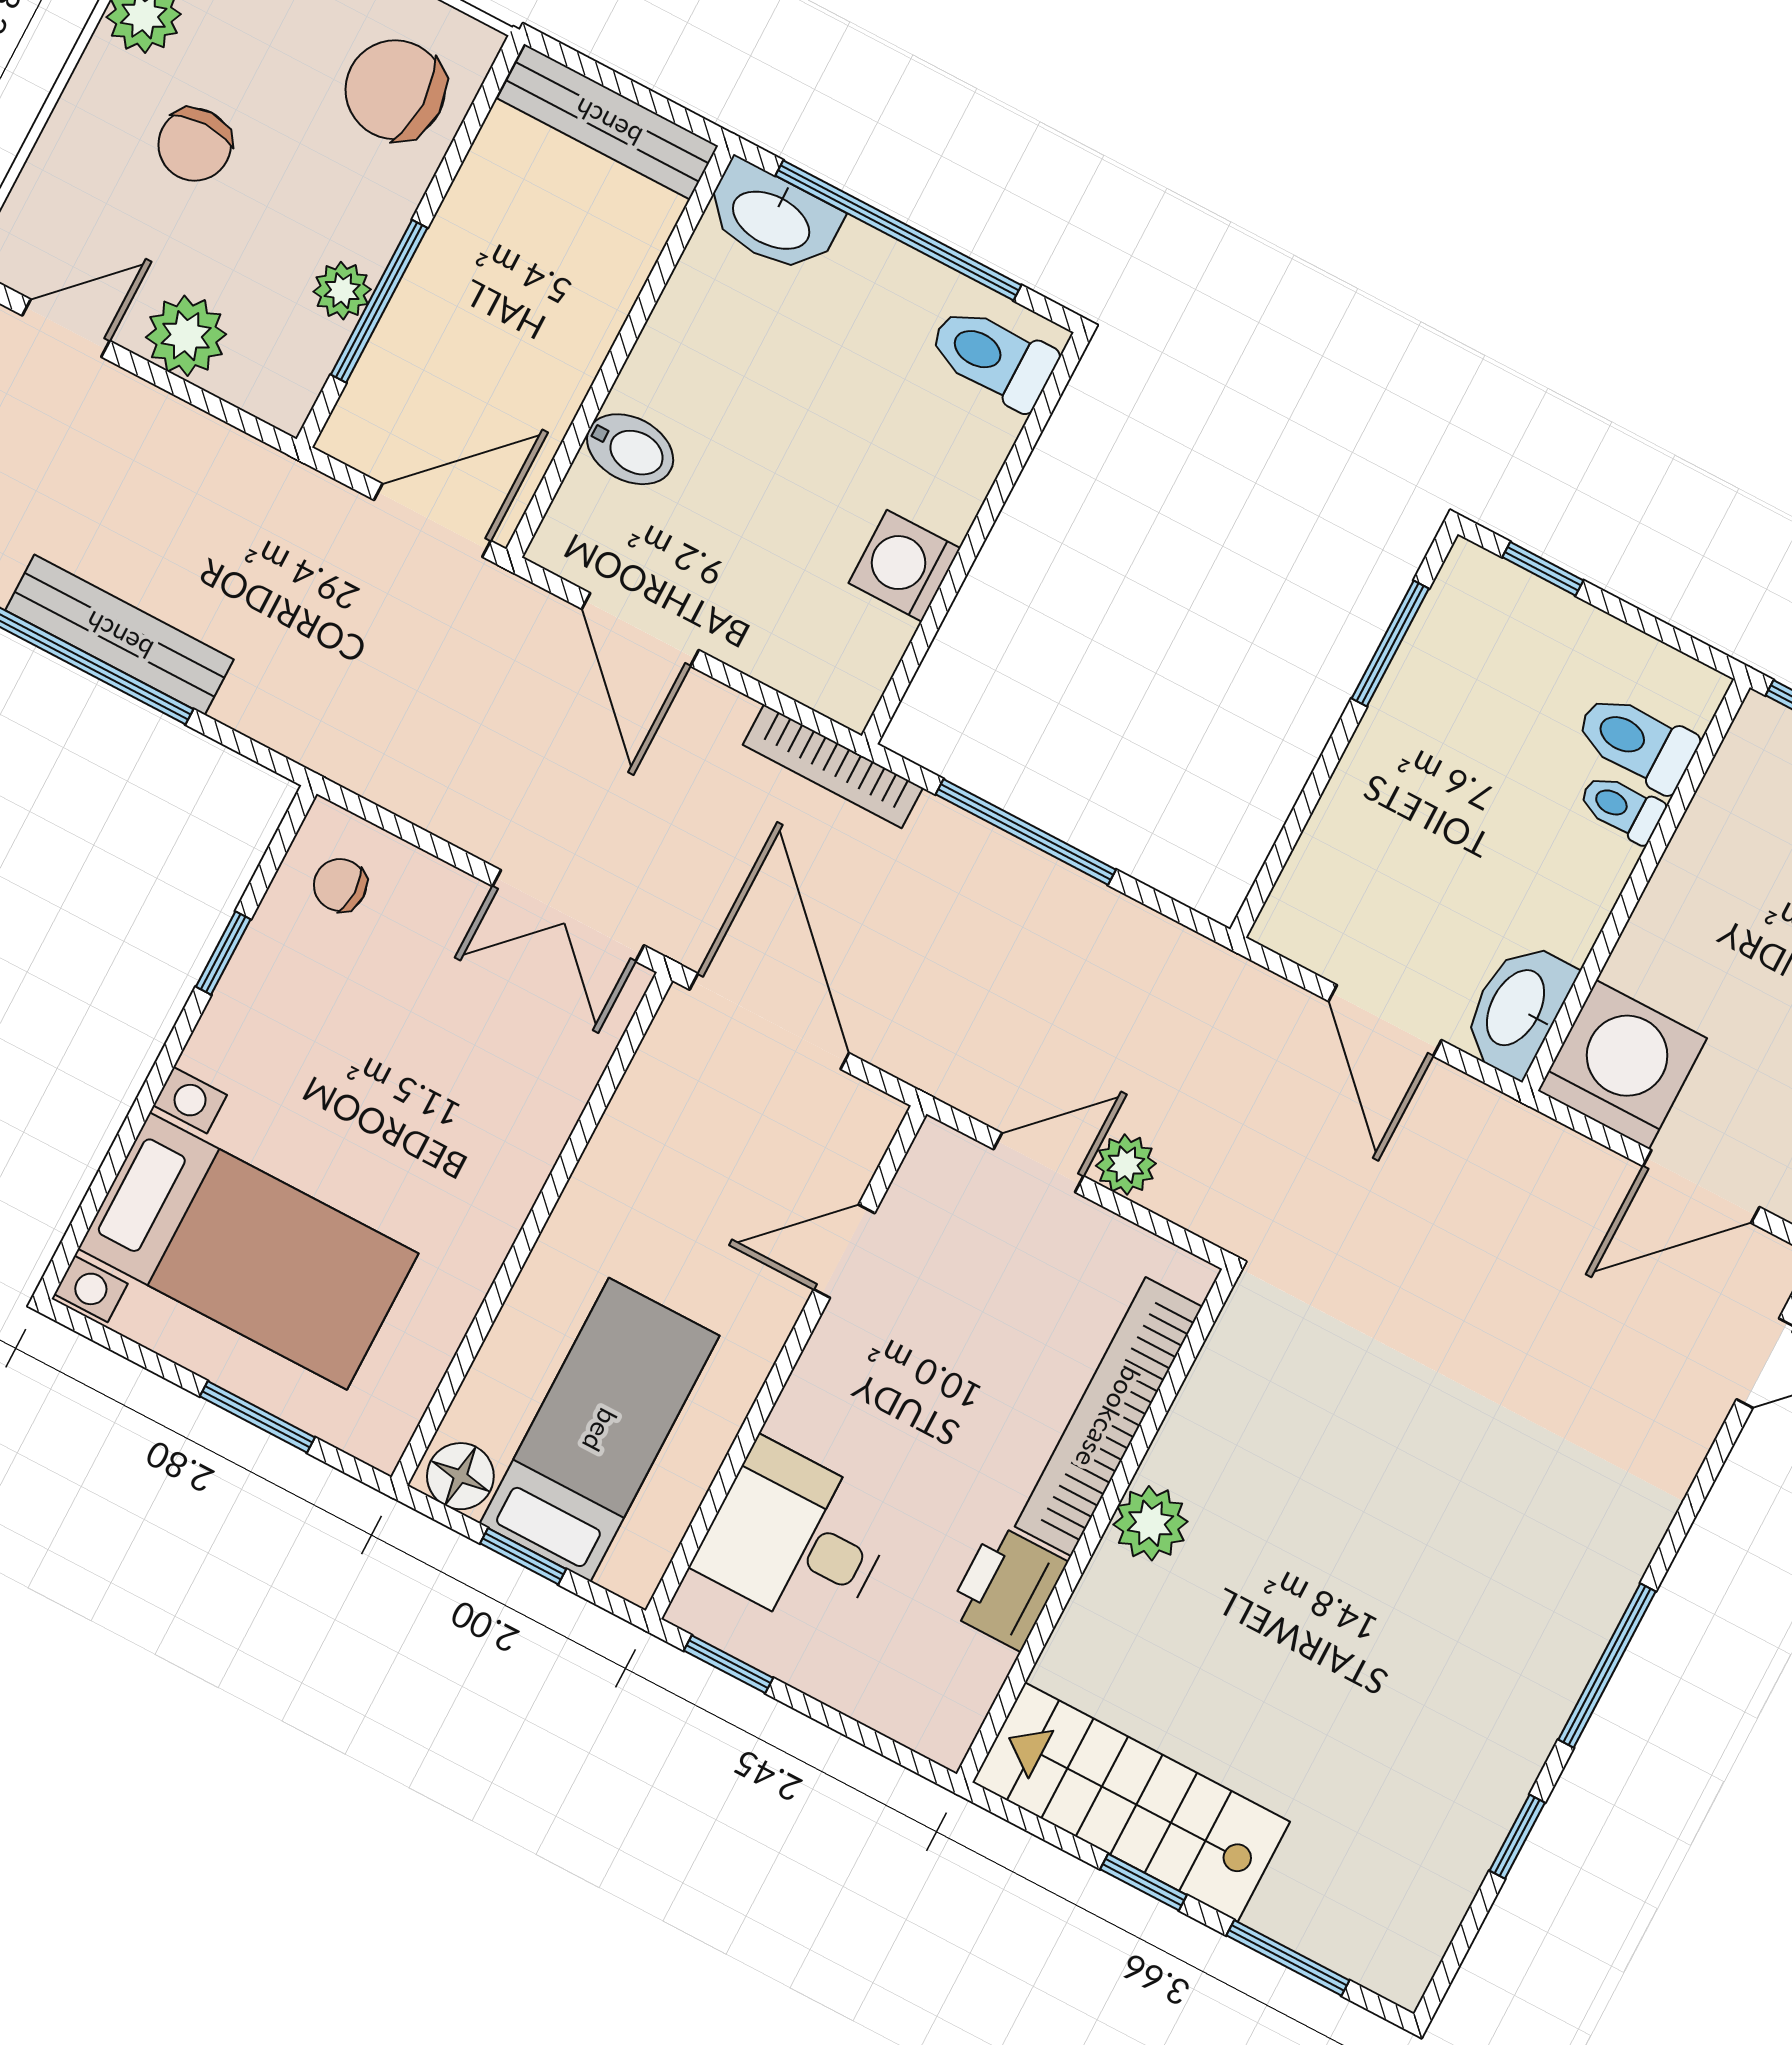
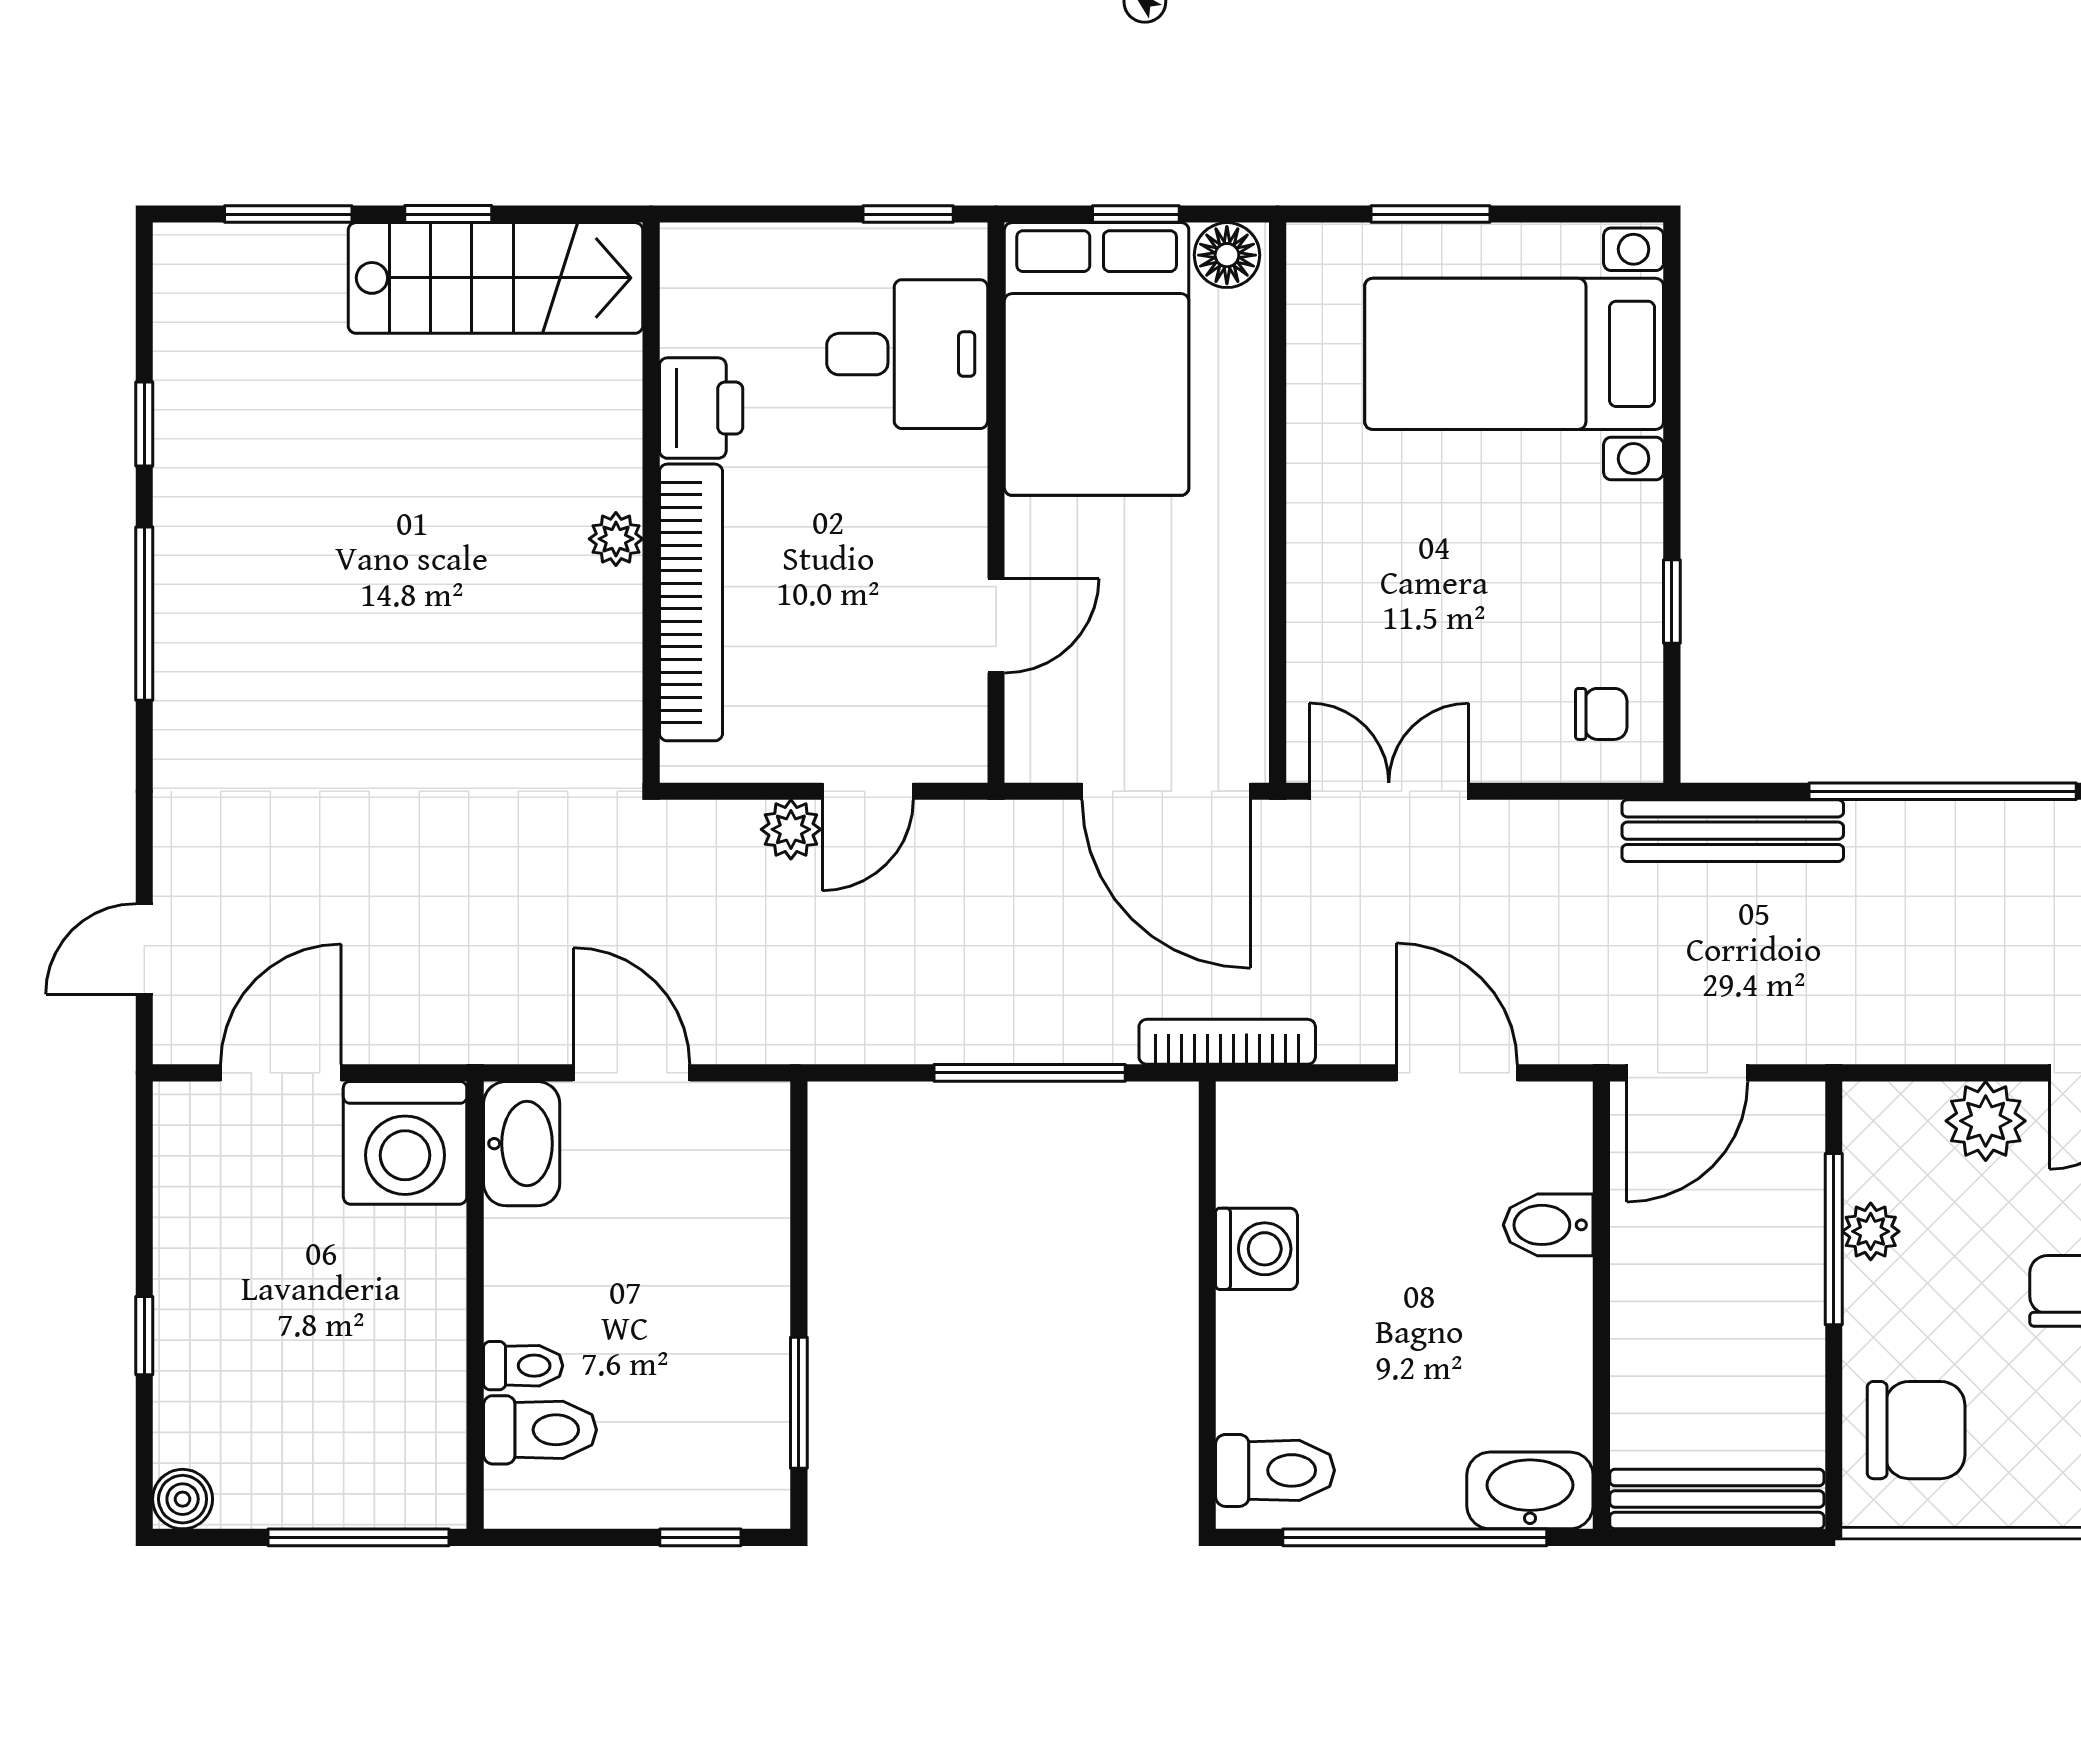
bench: (119, 635) -> (1733, 831), moved
bed: (600, 1430) -> (1097, 359), width x1.50
plant: (1150, 1523) -> (616, 539), width x0.73, depth x0.73

